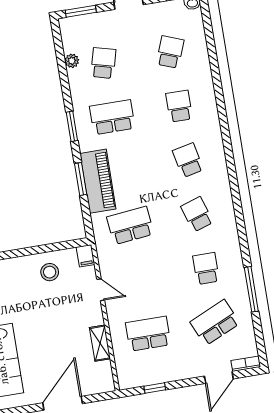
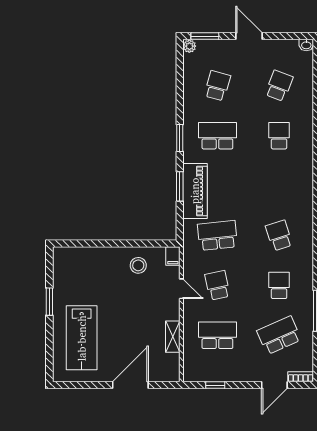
plant: (72, 61) -> (189, 46), moved
school desk: (188, 160) -> (217, 285), moved

